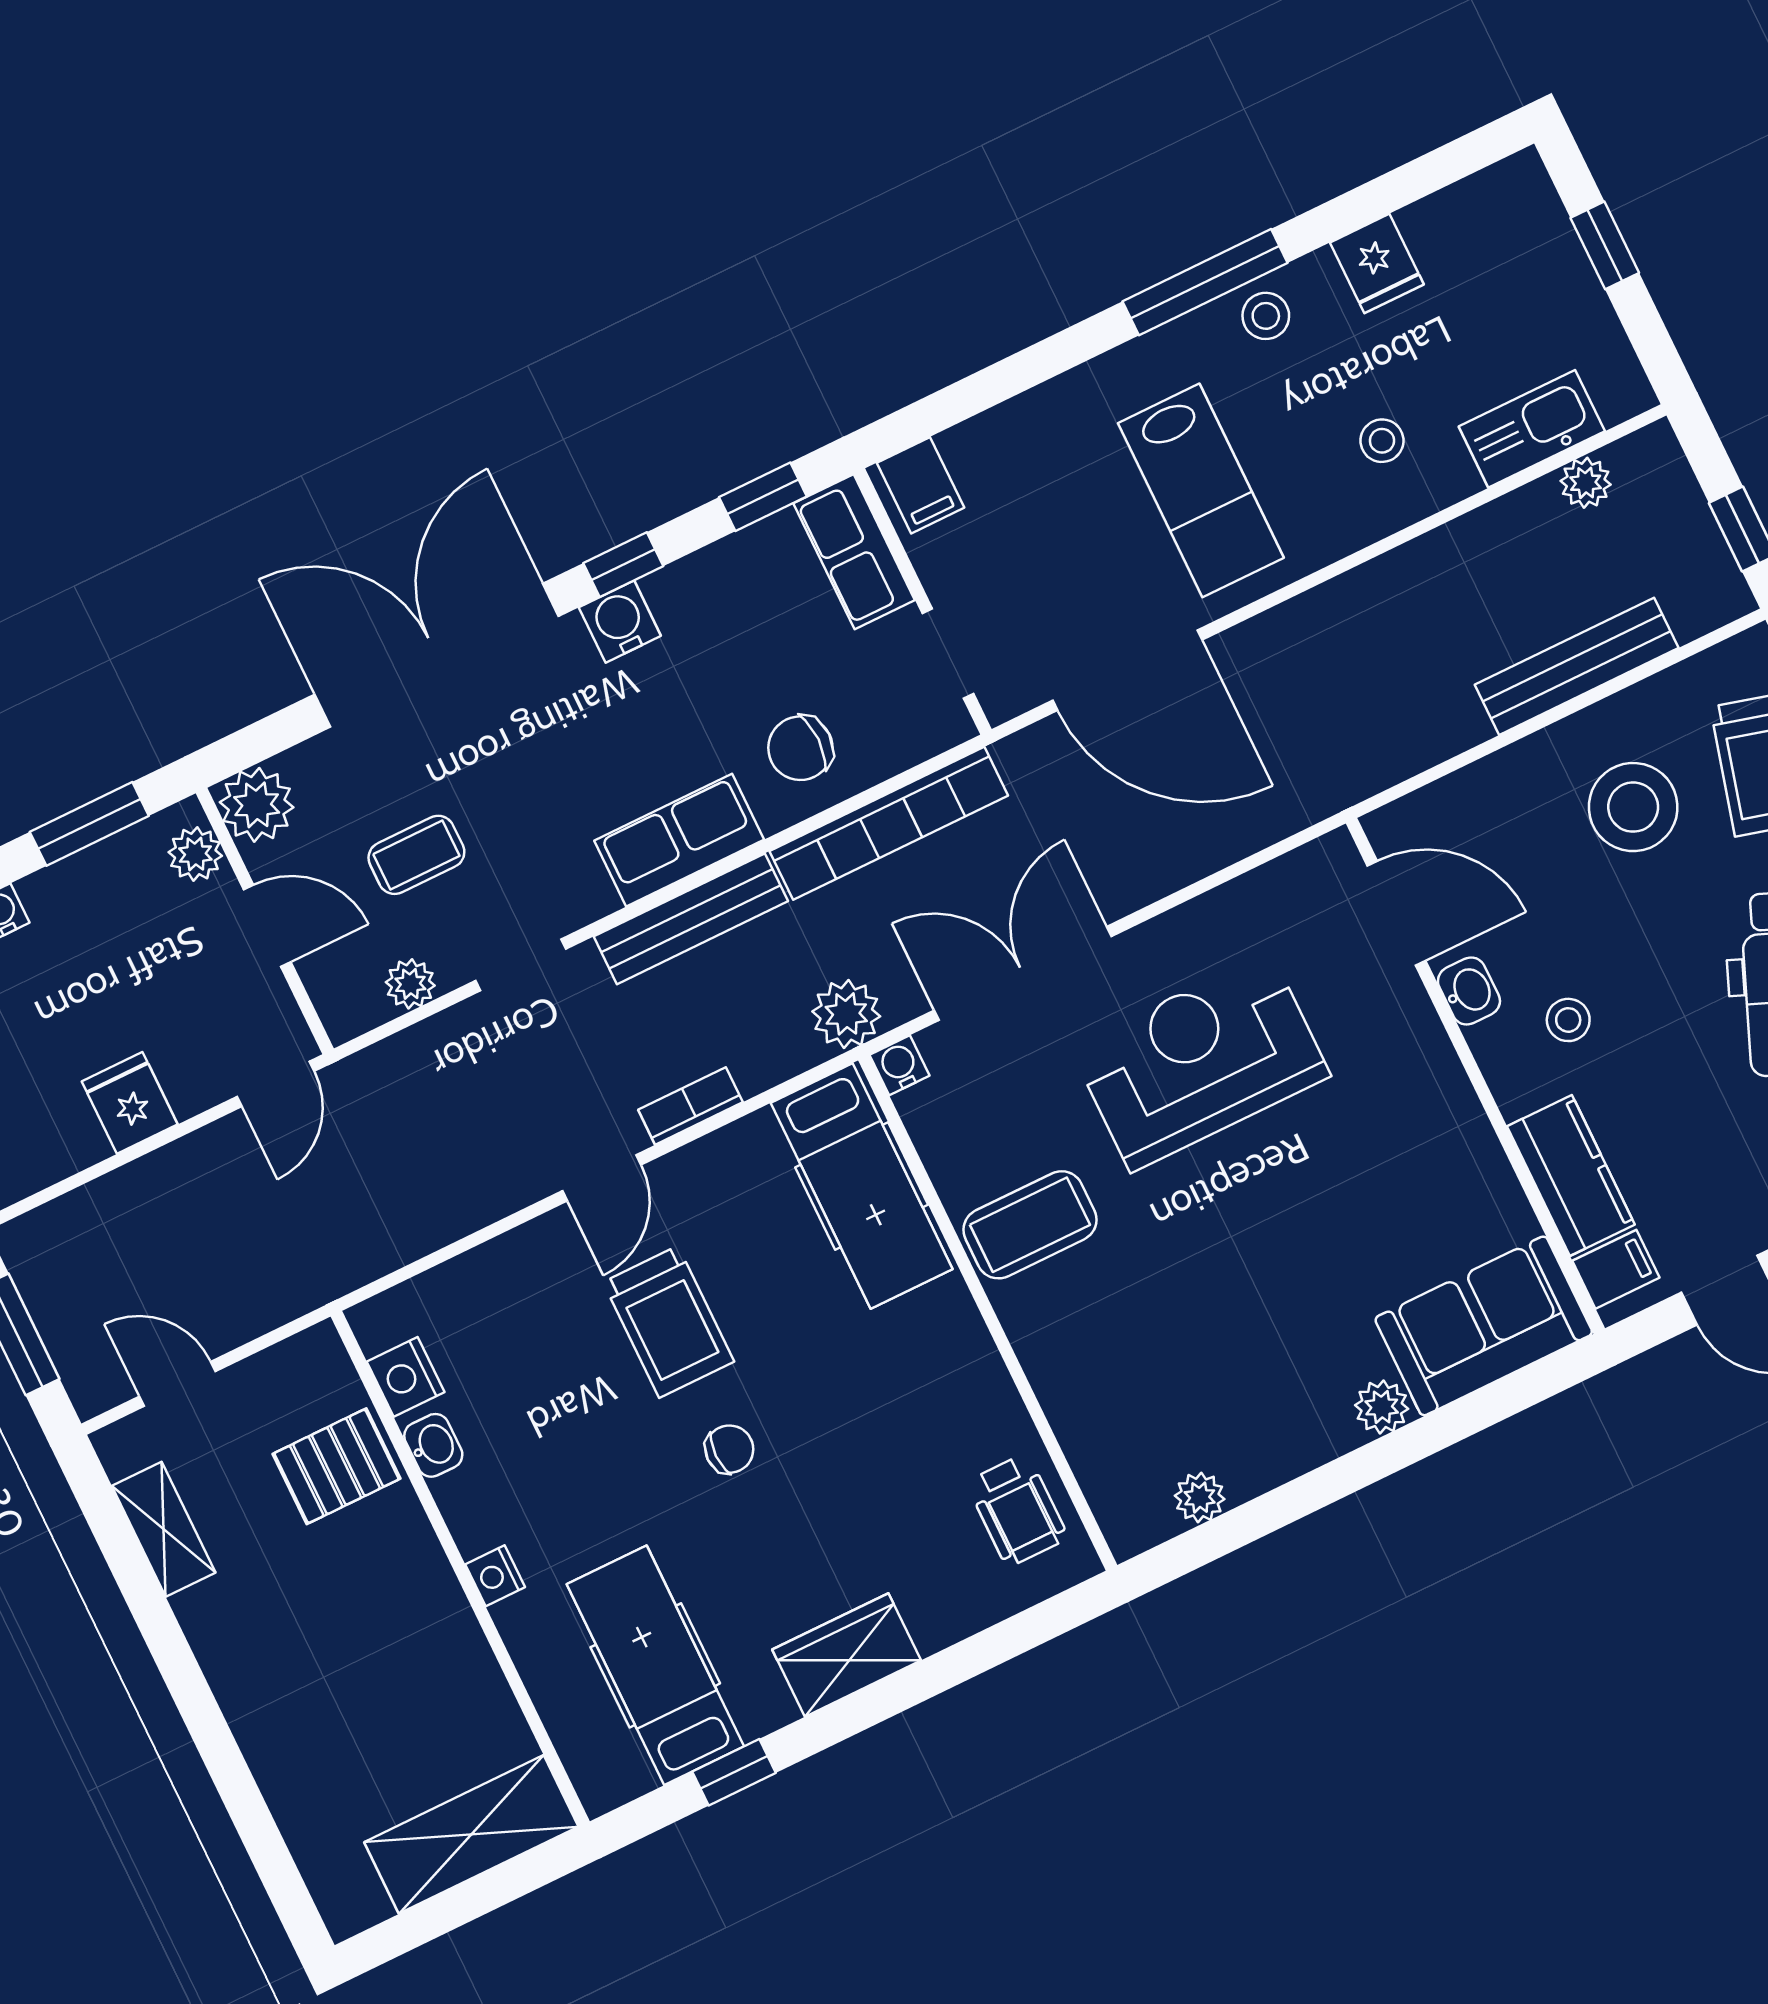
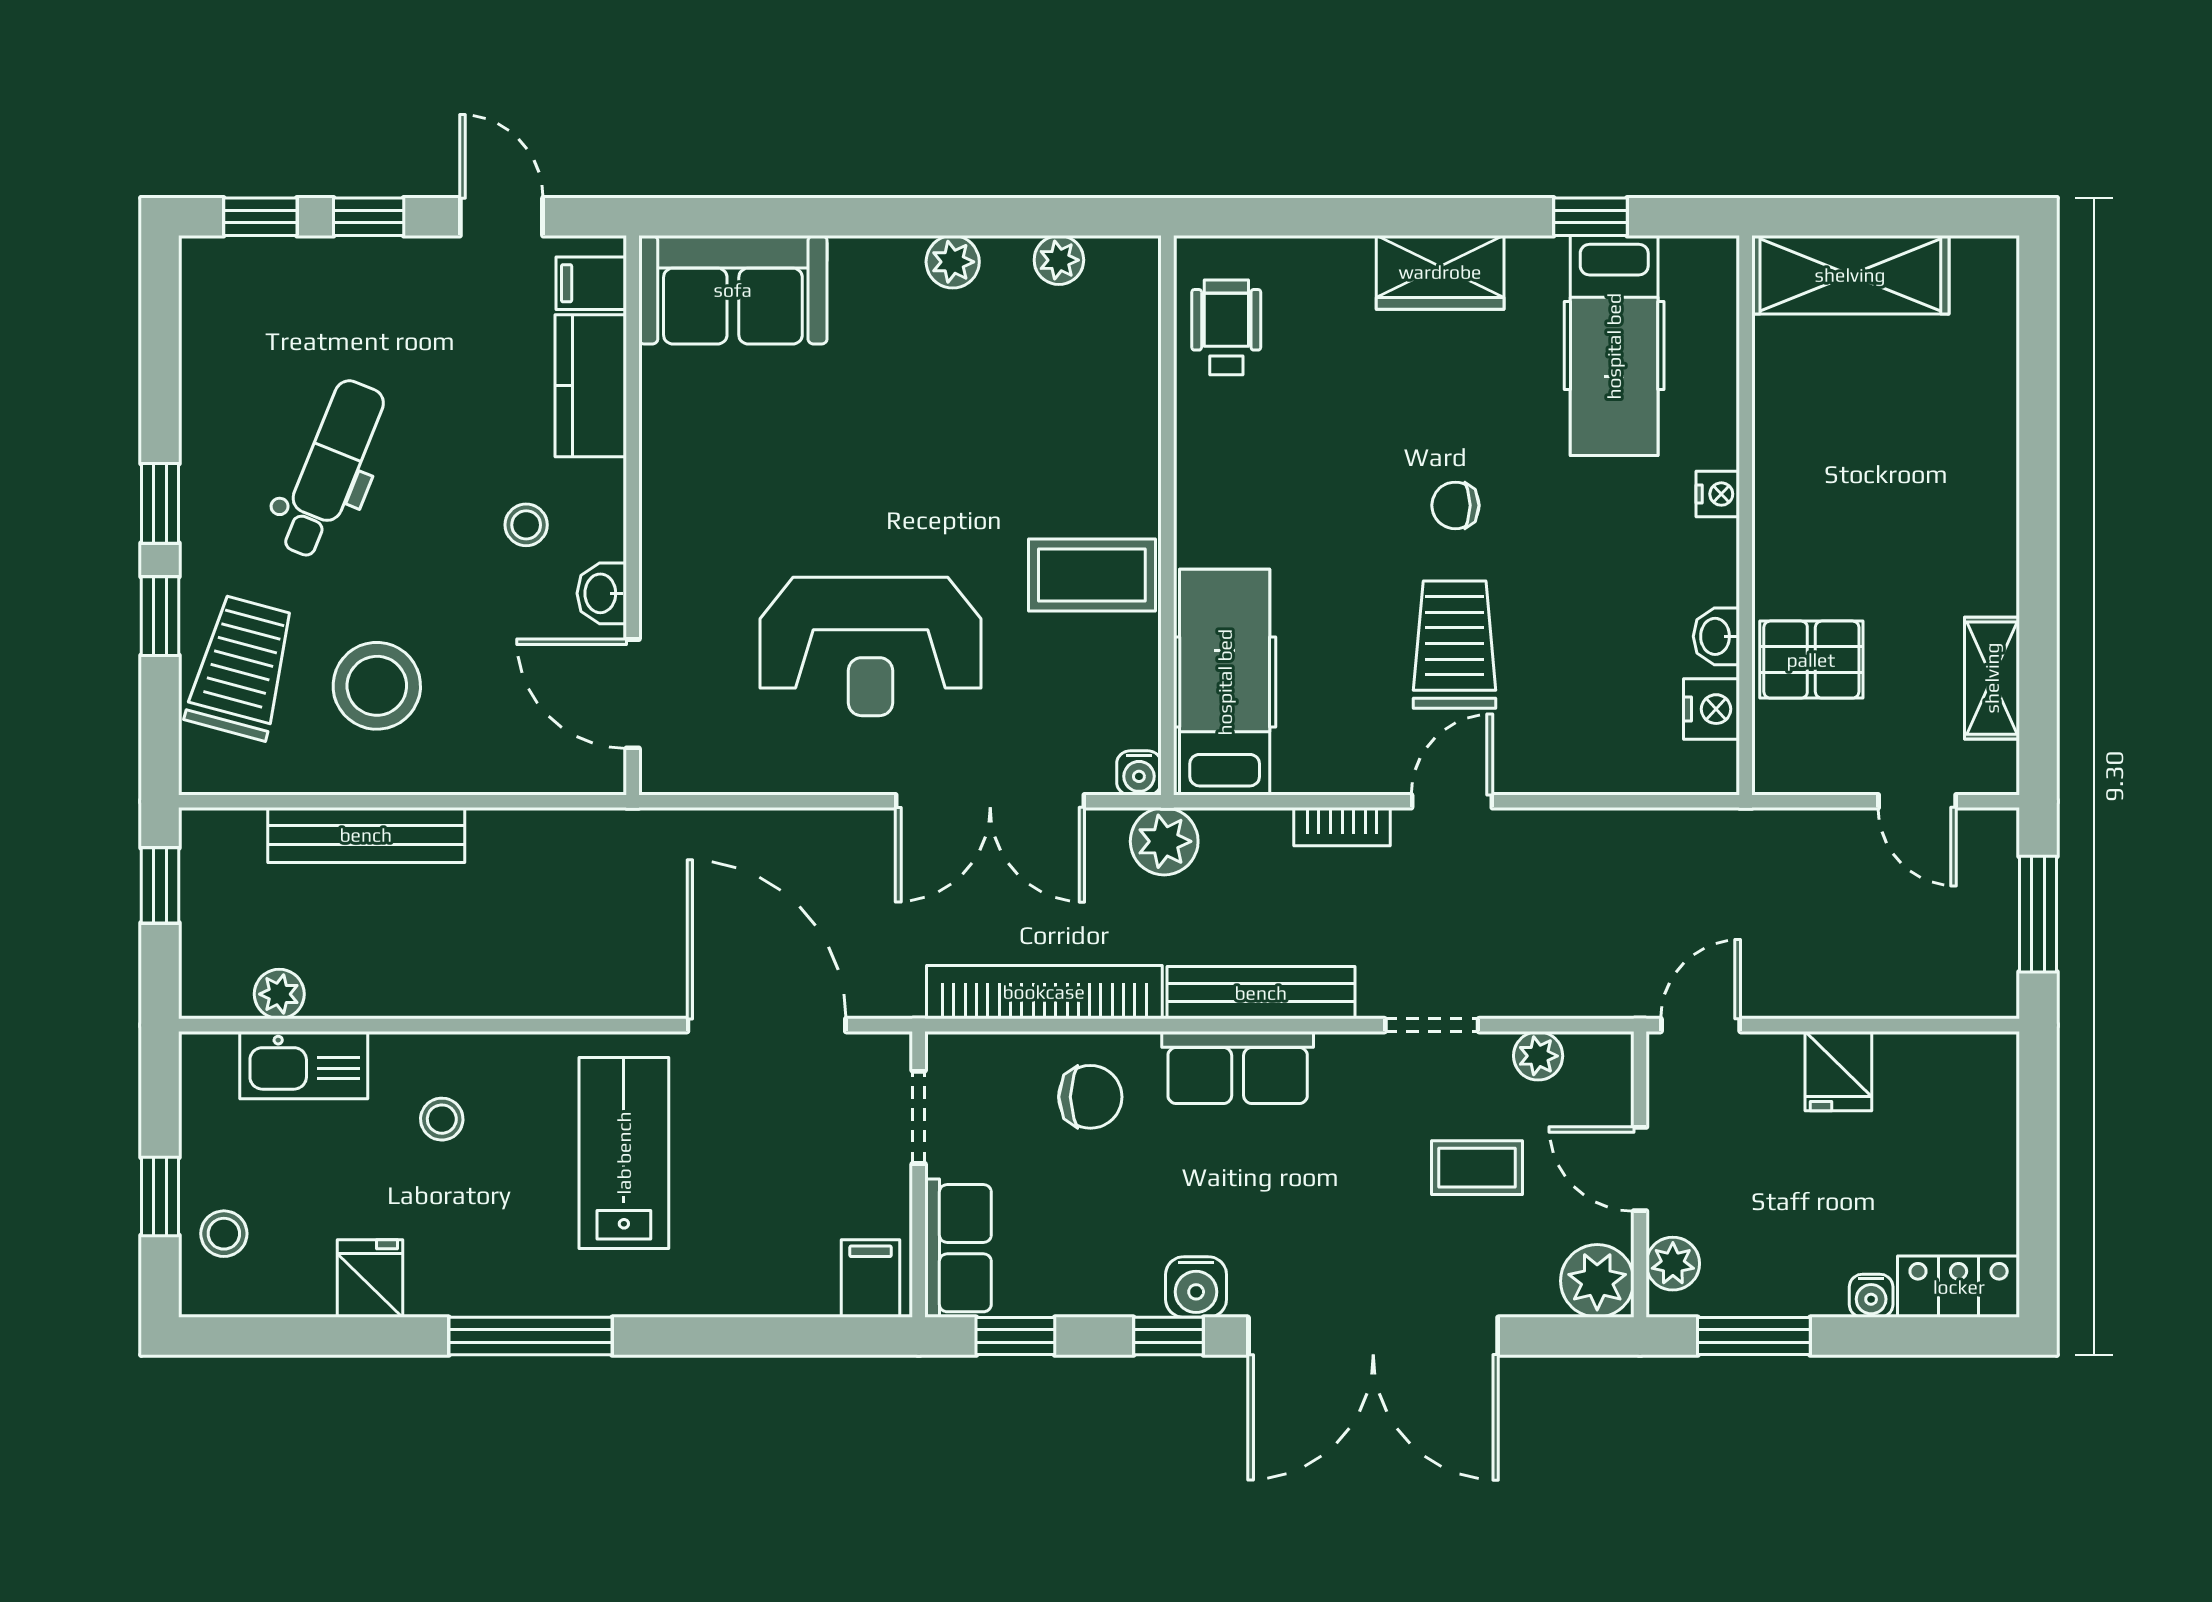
stool: (1266, 316) -> (224, 1234), moved
plant: (1382, 1407) -> (953, 262), moved

